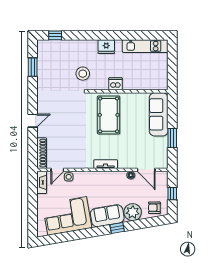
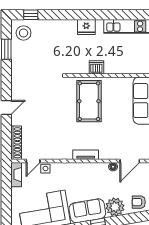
stool: (83, 74) -> (24, 33), moved
door: (146, 170) -> (130, 161), hinge flipped

